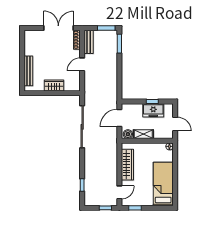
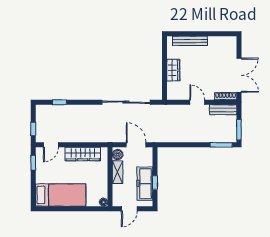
freezer: (153, 110) -> (145, 184), width x1.40
door: (119, 192) -> (51, 145), hinge flipped

